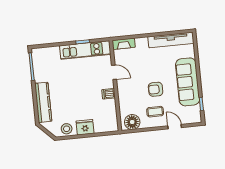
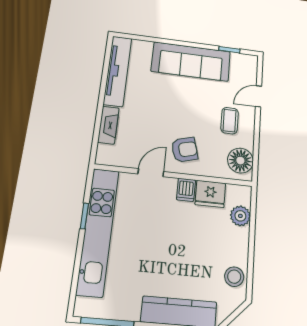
fireplace: (124, 44) -> (108, 125), moved
kitchen unit: (85, 50) -> (98, 231), width x1.36
armchair: (156, 89) -> (184, 150), moved, turned -105
fridge: (85, 127) -> (210, 194), moved, turned -90
plant: (100, 127) -> (240, 216), added

